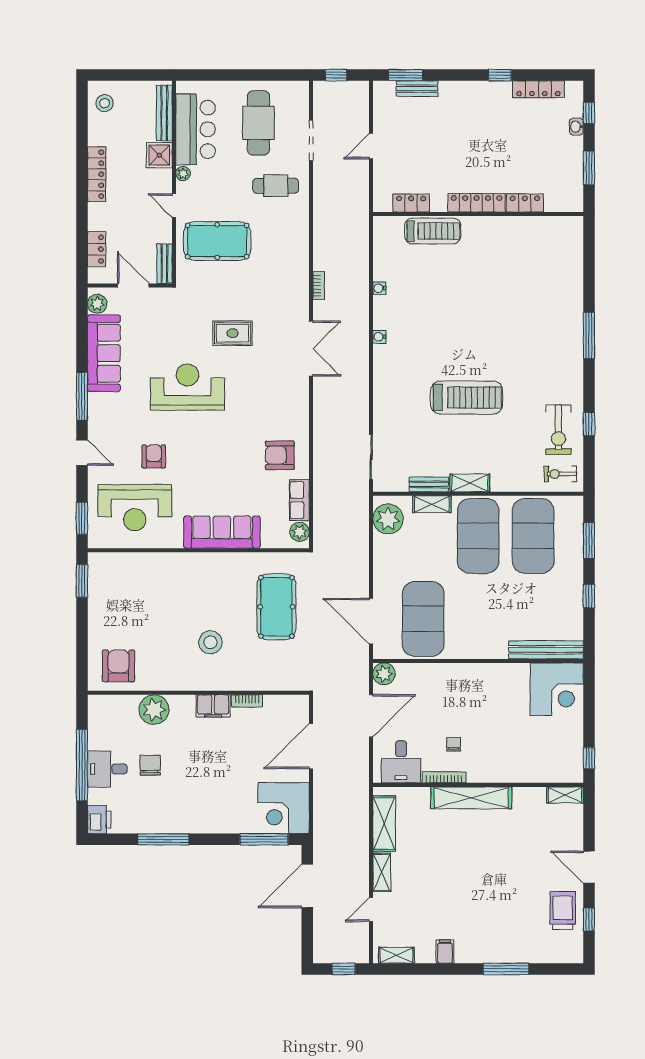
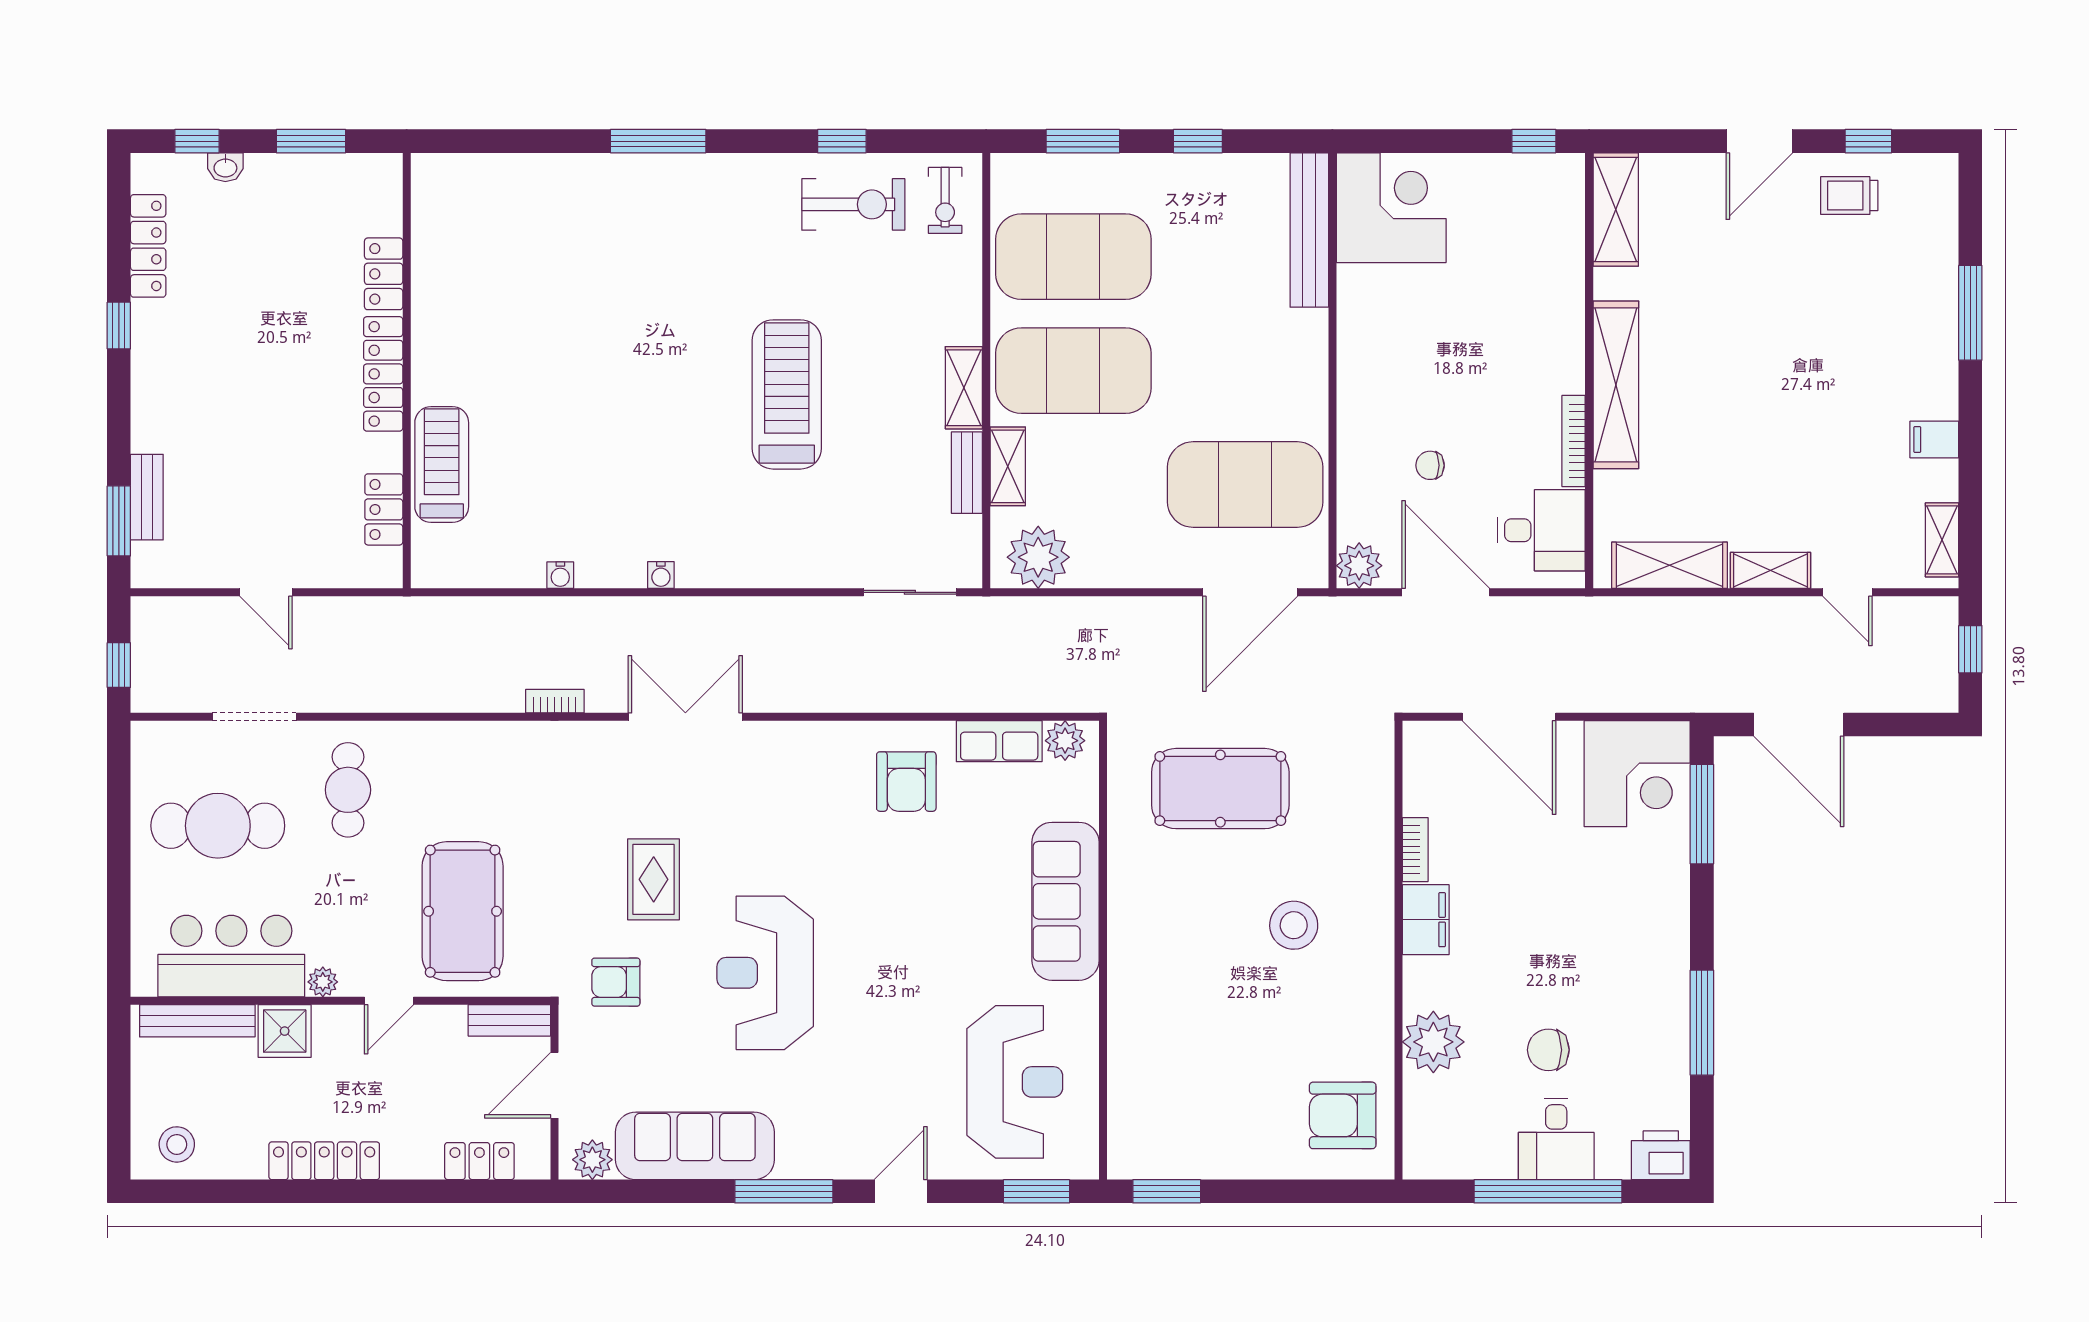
armchair: (154, 456) -> (616, 982), moved
chair: (454, 744) -> (1430, 465), moved
shelving: (565, 795) -> (1616, 209), width x1.50, depth x1.33
trolley: (563, 910) -> (1849, 196), width x0.73, depth x0.72

